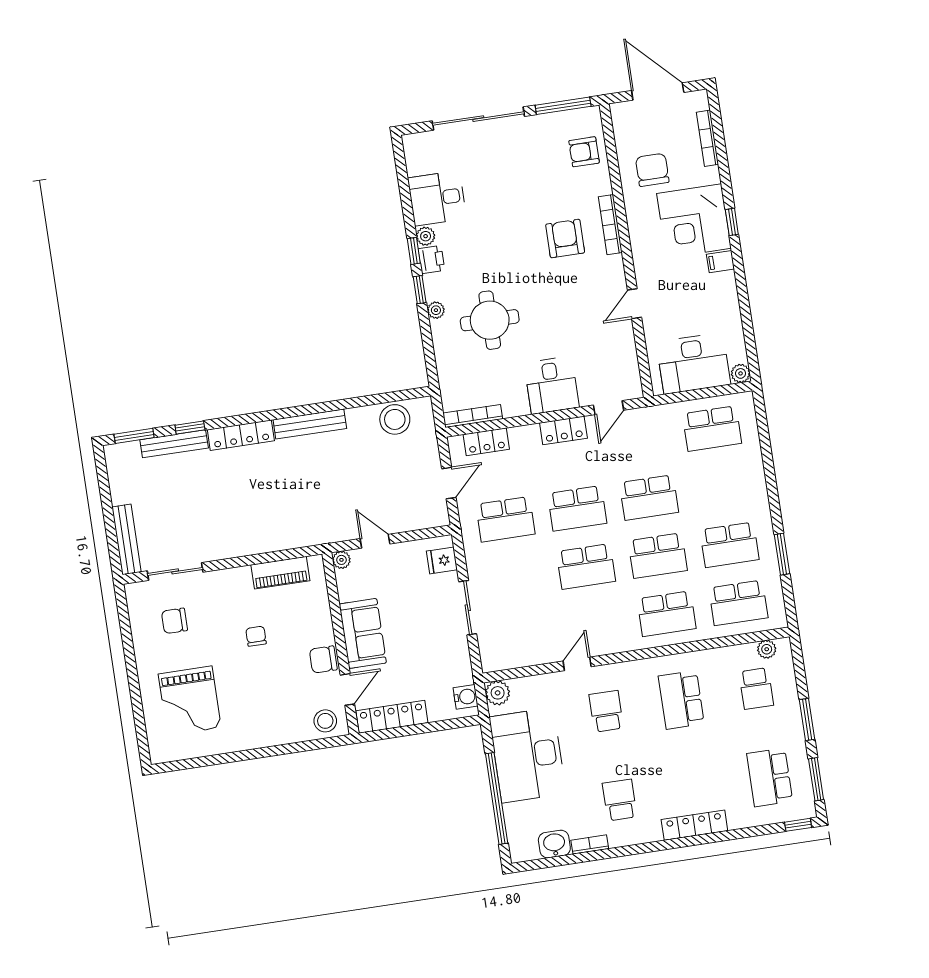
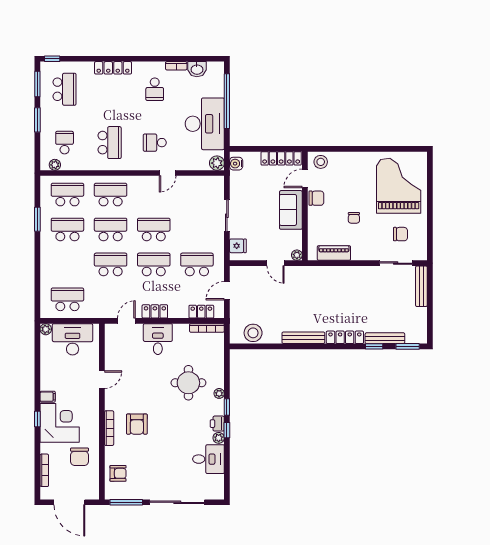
grand piano: (190, 701) -> (399, 186), width x1.37, depth x1.48
school desk: (606, 711) -> (155, 143), turned 90

